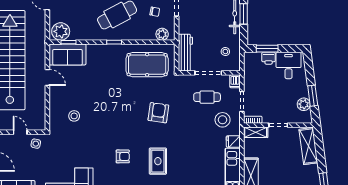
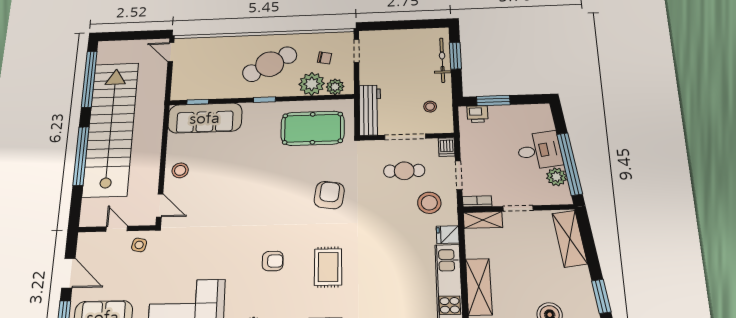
plant: (61, 31) -> (312, 84), moved
sofa: (67, 54) -> (205, 118), width x1.36
printer: (269, 58) -> (477, 114), moved
desk: (289, 66) -> (539, 150), moved, turned 83
door: (47, 77) -> (160, 205), moved
window: (313, 96) -> (570, 164), width x2.11
stool: (74, 116) -> (180, 170), moved

